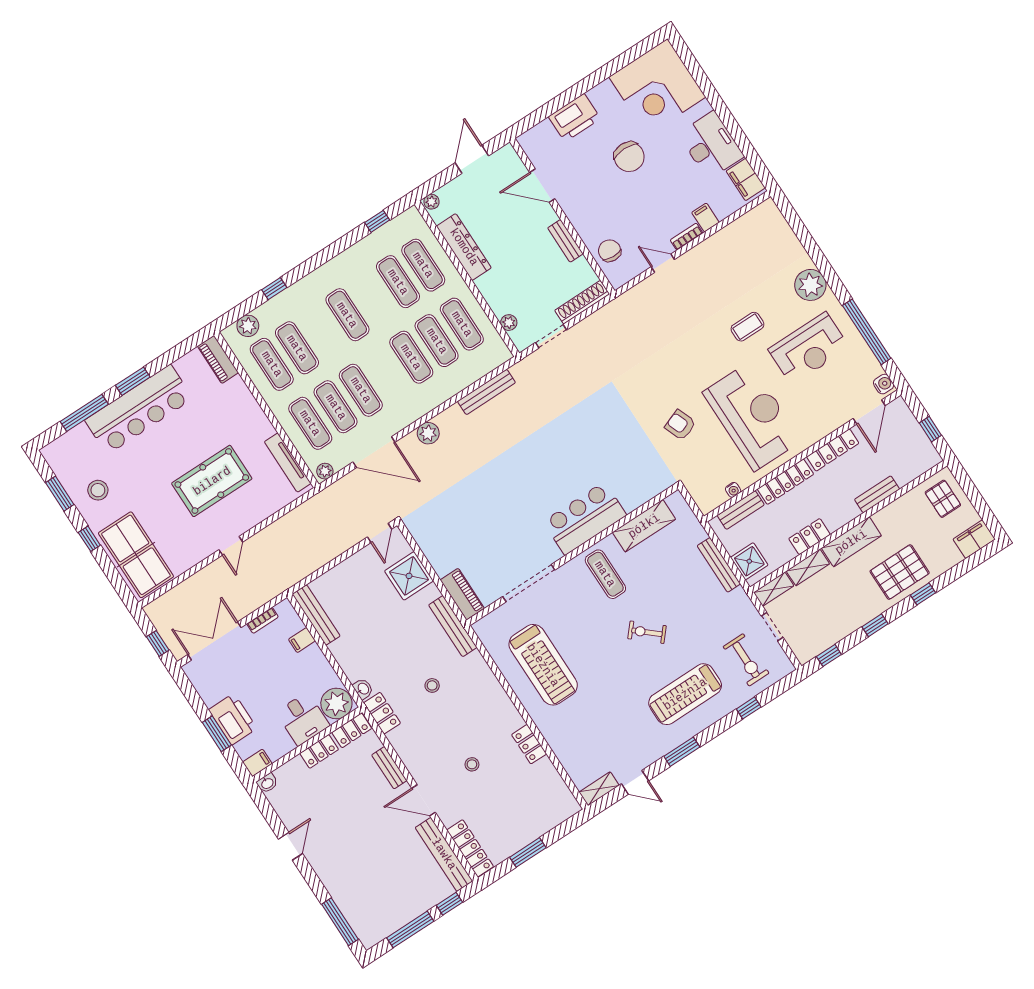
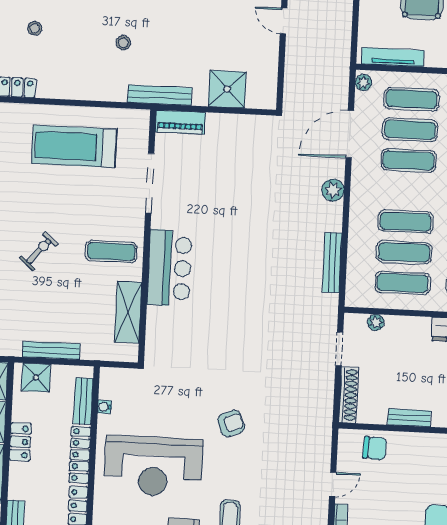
armchair: (680, 425) -> (231, 424), moved
door: (379, 533) -> (283, 21), moved

